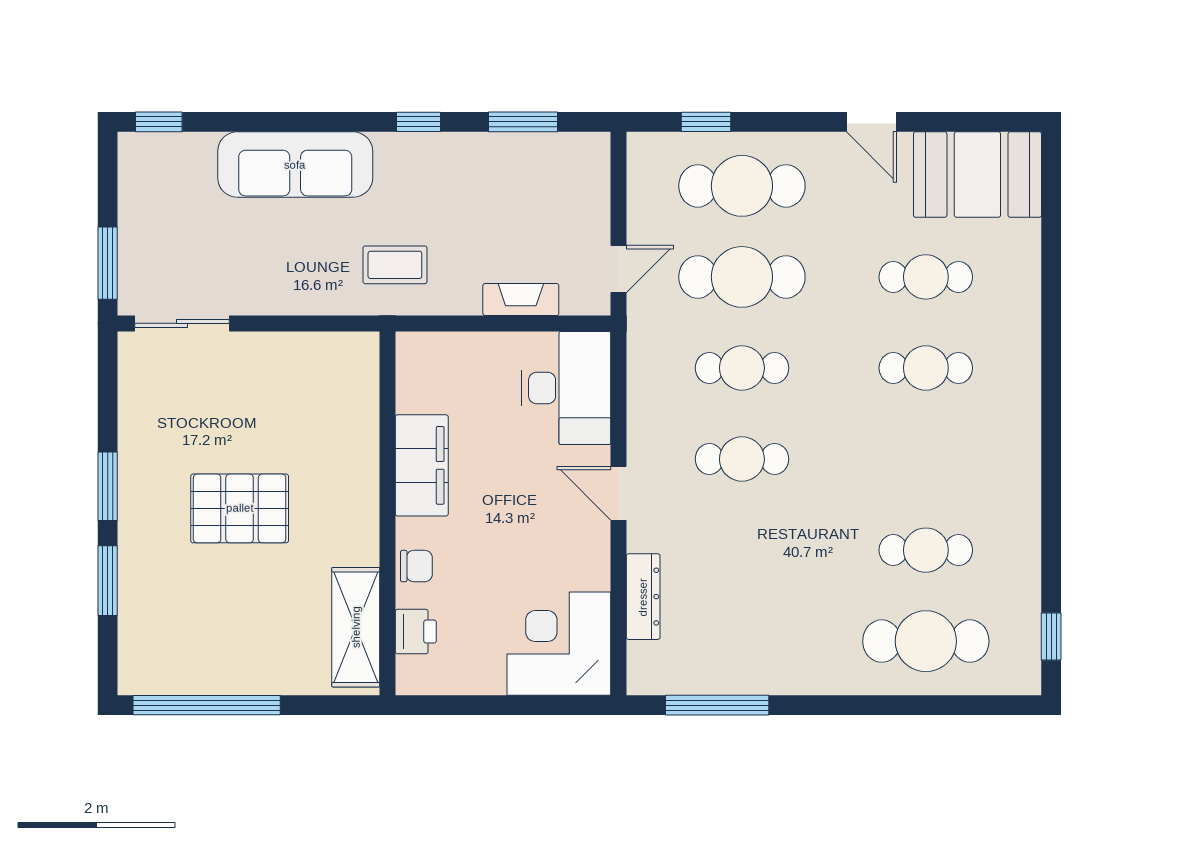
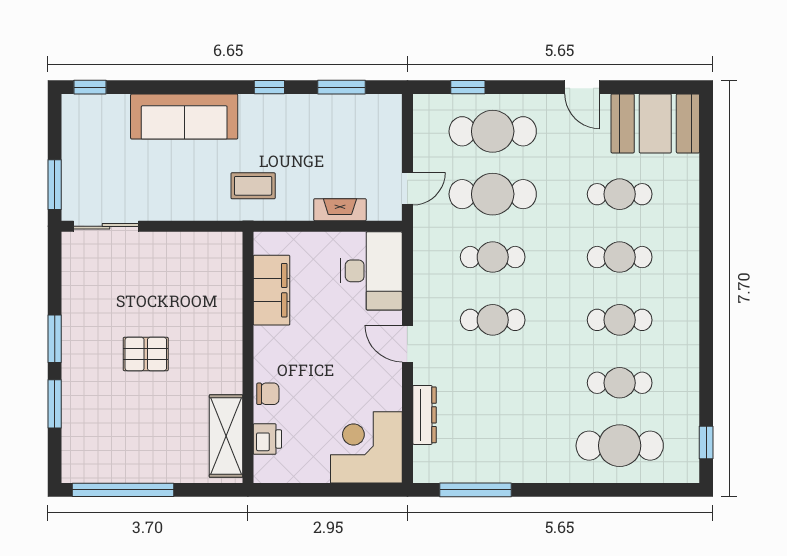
cafe table: (926, 459) -> (620, 320), added
filing cabinet: (422, 465) -> (272, 290), moved
pallet: (240, 508) -> (146, 354), width x0.67, depth x0.71

